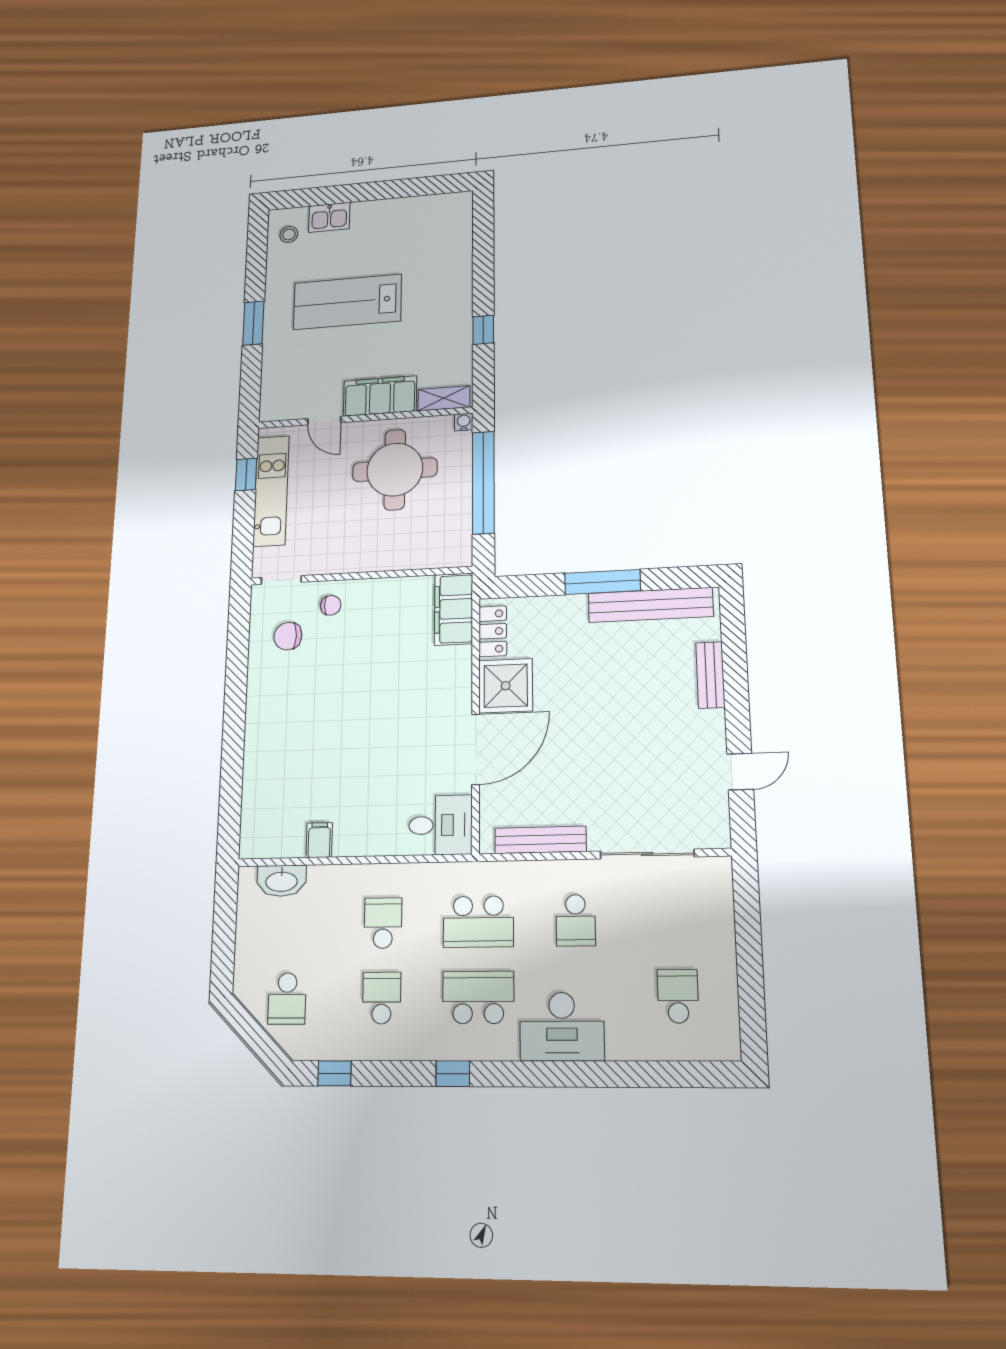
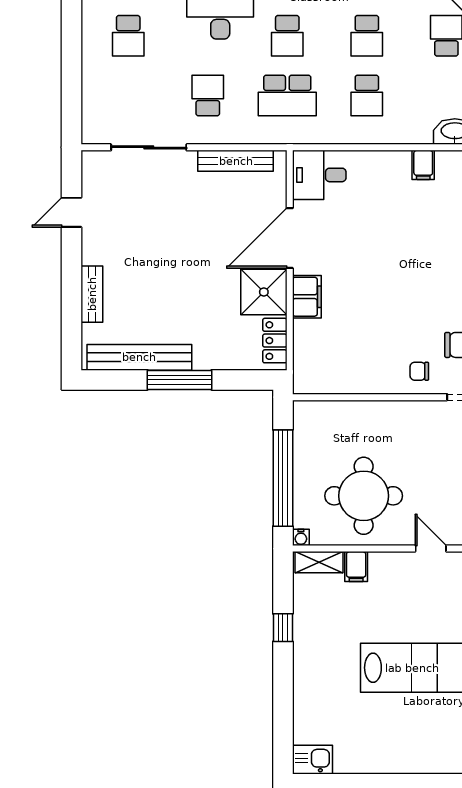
kitchen sink: (329, 217) -> (312, 760), moved
filing cabinet: (380, 396) -> (356, 567), width x0.33, depth x0.86
filing cabinet: (454, 609) -> (307, 297), moved, width x0.67, depth x0.86
school desk: (478, 922) -> (287, 96), turned 180
school desk: (478, 997) -> (287, 36), width x0.54

